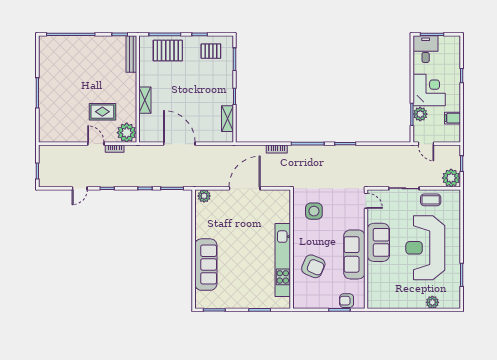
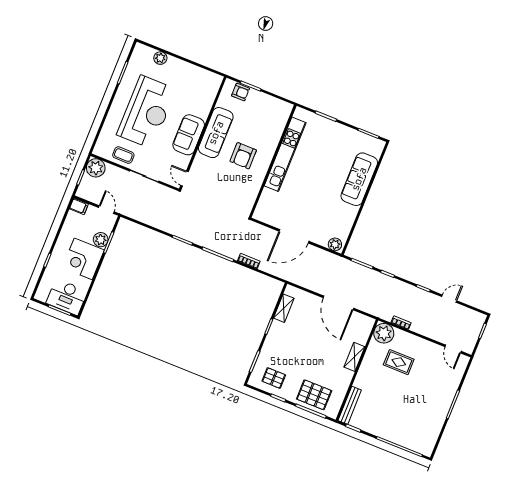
desk: (426, 49) -> (67, 297), width x1.37
filing cabinet: (452, 118) -> (79, 206), moved
door: (96, 144) -> (453, 349), moved
side table: (314, 211) -> (237, 189), removed
armchair: (313, 266) -> (243, 156), moved, turned -113

